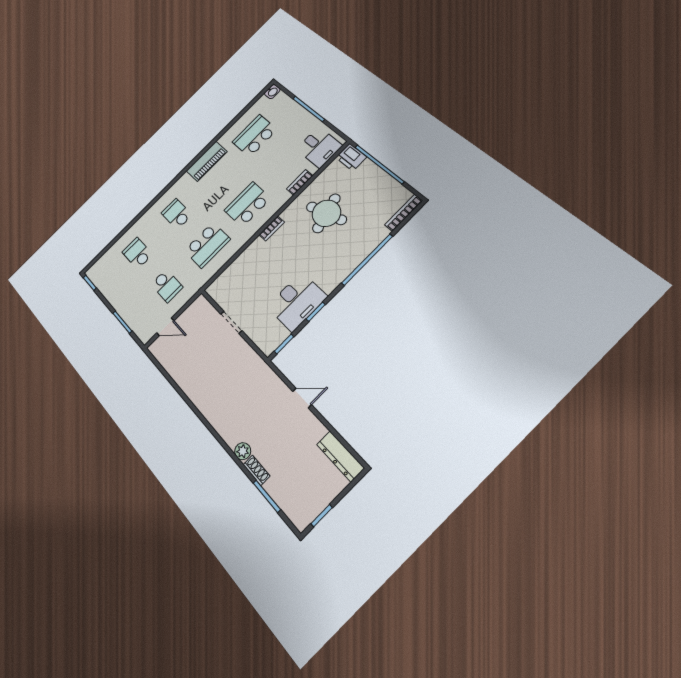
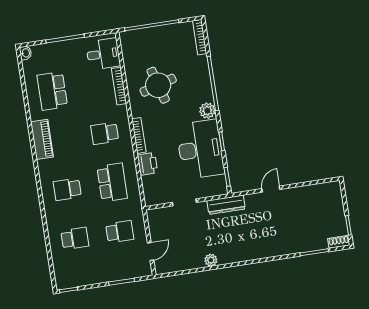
printer: (351, 157) -> (147, 164), moved, turned -90
bookcase: (300, 182) -> (119, 86), width x1.56
school desk: (248, 204) -> (105, 133), width x0.54
bookcase: (272, 228) -> (139, 135), width x1.56
school desk: (137, 253) -> (75, 239), turned 180
plant: (336, 275) -> (207, 111), added
desk: (297, 302) -> (200, 149), width x1.36, depth x1.30
plant: (243, 451) -> (211, 260), moved
dresser: (340, 456) -> (226, 205), moved
shoe rack: (257, 470) -> (339, 242), moved

